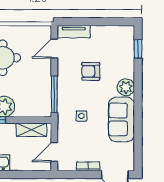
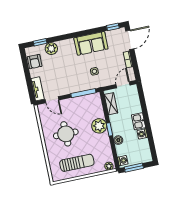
armchair: (91, 71) -> (35, 62), moved
plant: (126, 87) -> (51, 49), moved
door: (54, 152) -> (123, 85), swing flipped
window: (138, 155) -> (113, 27), added

